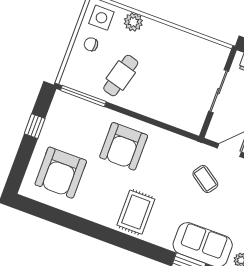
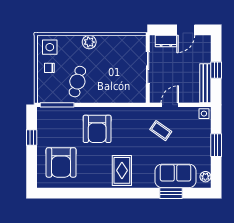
plant: (133, 22) -> (89, 42), moved

